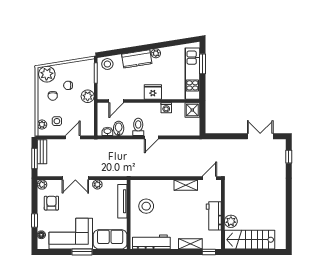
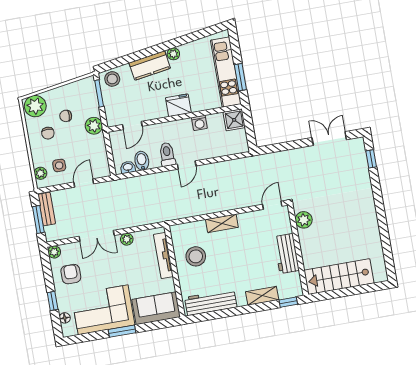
window: (202, 64) -> (240, 77), moved
shelving: (186, 185) -> (222, 223), moved
plant: (231, 221) -> (304, 220), moved

